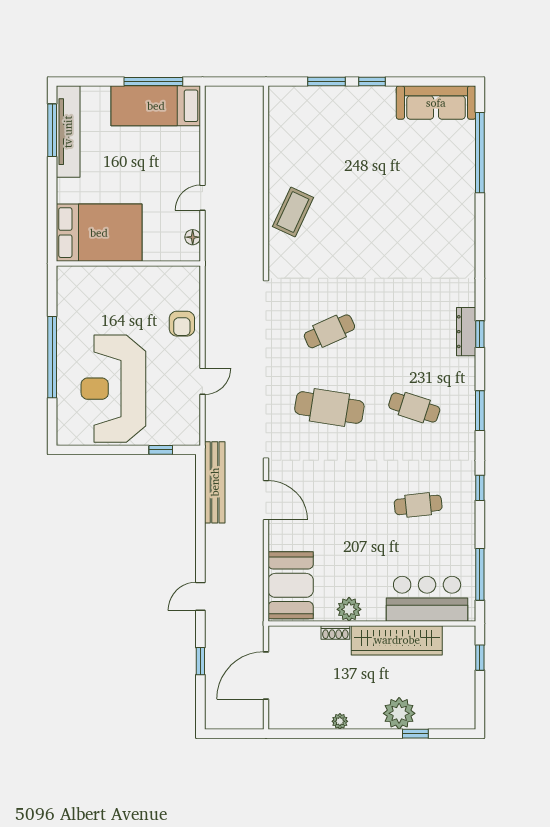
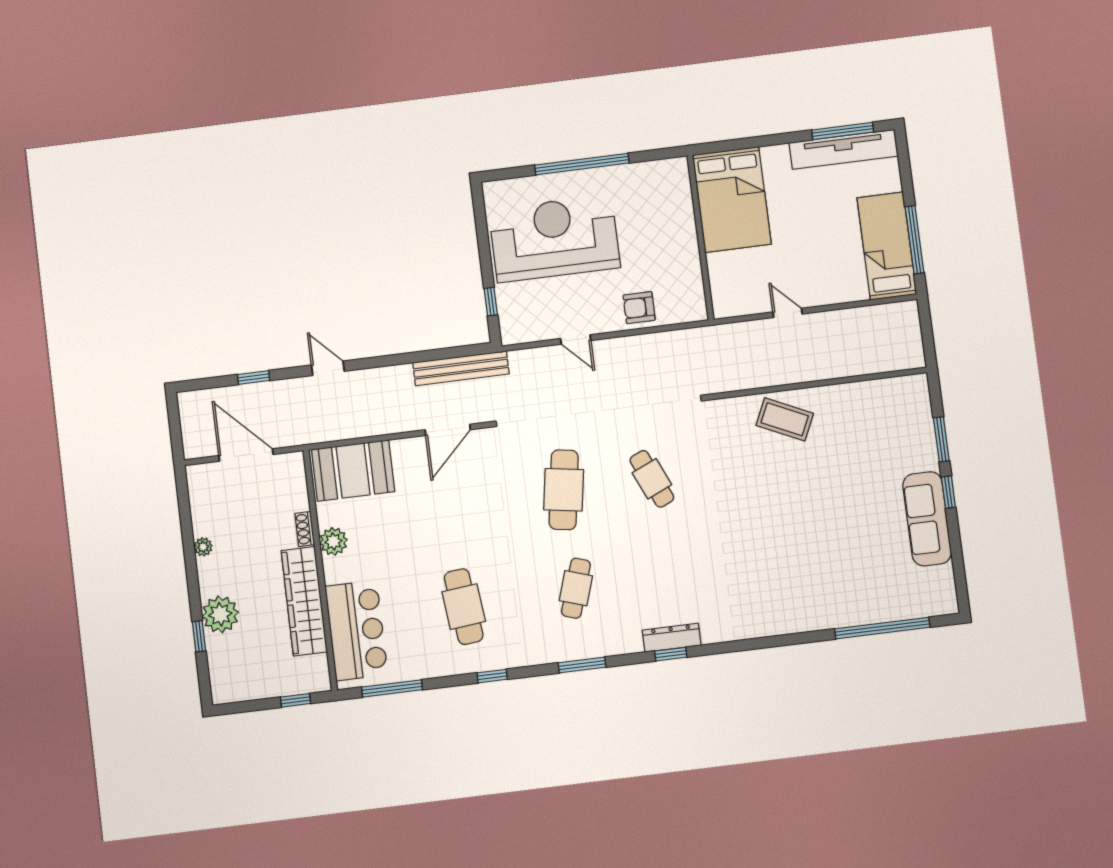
sofa: (436, 103) -> (927, 519), moved
floor lamp: (193, 237) -> (740, 307), removed
cafe table: (418, 505) -> (464, 607), width x1.37, depth x1.35

